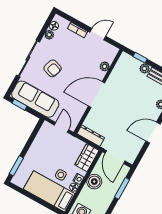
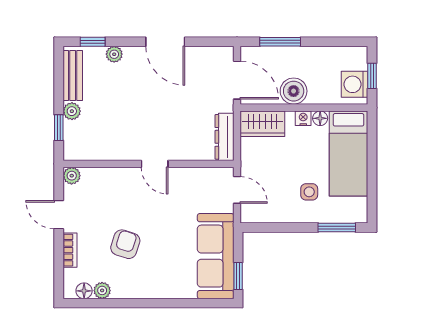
sliding door: (28, 58) -> (158, 303), removed
plant: (105, 66) -> (72, 176), moved
armchair: (53, 68) -> (125, 244), moved
door: (97, 94) -> (155, 164), width x0.53
door: (62, 127) -> (237, 190), swing flipped
door: (115, 157) -> (237, 80), hinge flipped
side table: (61, 175) -> (309, 192), moved

